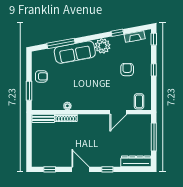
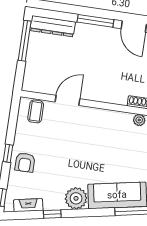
armchair: (127, 70) -> (25, 162), moved
window: (154, 137) -> (25, 41), moved
window: (107, 169) -> (95, 21), width x2.17

